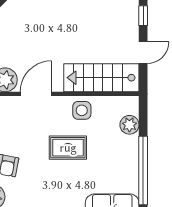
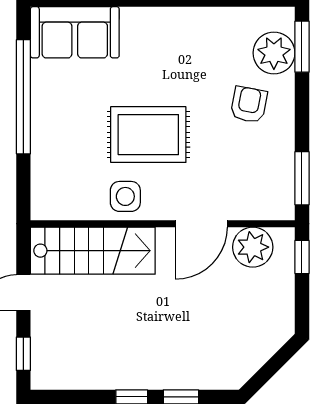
plant: (129, 125) -> (46, 172), removed
rug: (68, 148) -> (148, 135), width x1.36, depth x1.43

